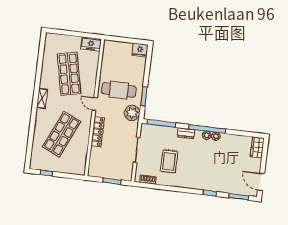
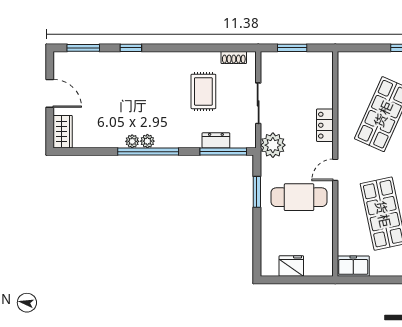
fridge: (140, 50) -> (291, 266), moved
door: (95, 104) -> (335, 170), swing flipped
plant: (132, 113) -> (273, 145), moved
locker: (98, 132) -> (325, 125), width x0.66
dresser: (186, 133) -> (216, 140), moved
door: (261, 182) -> (50, 93), moved

